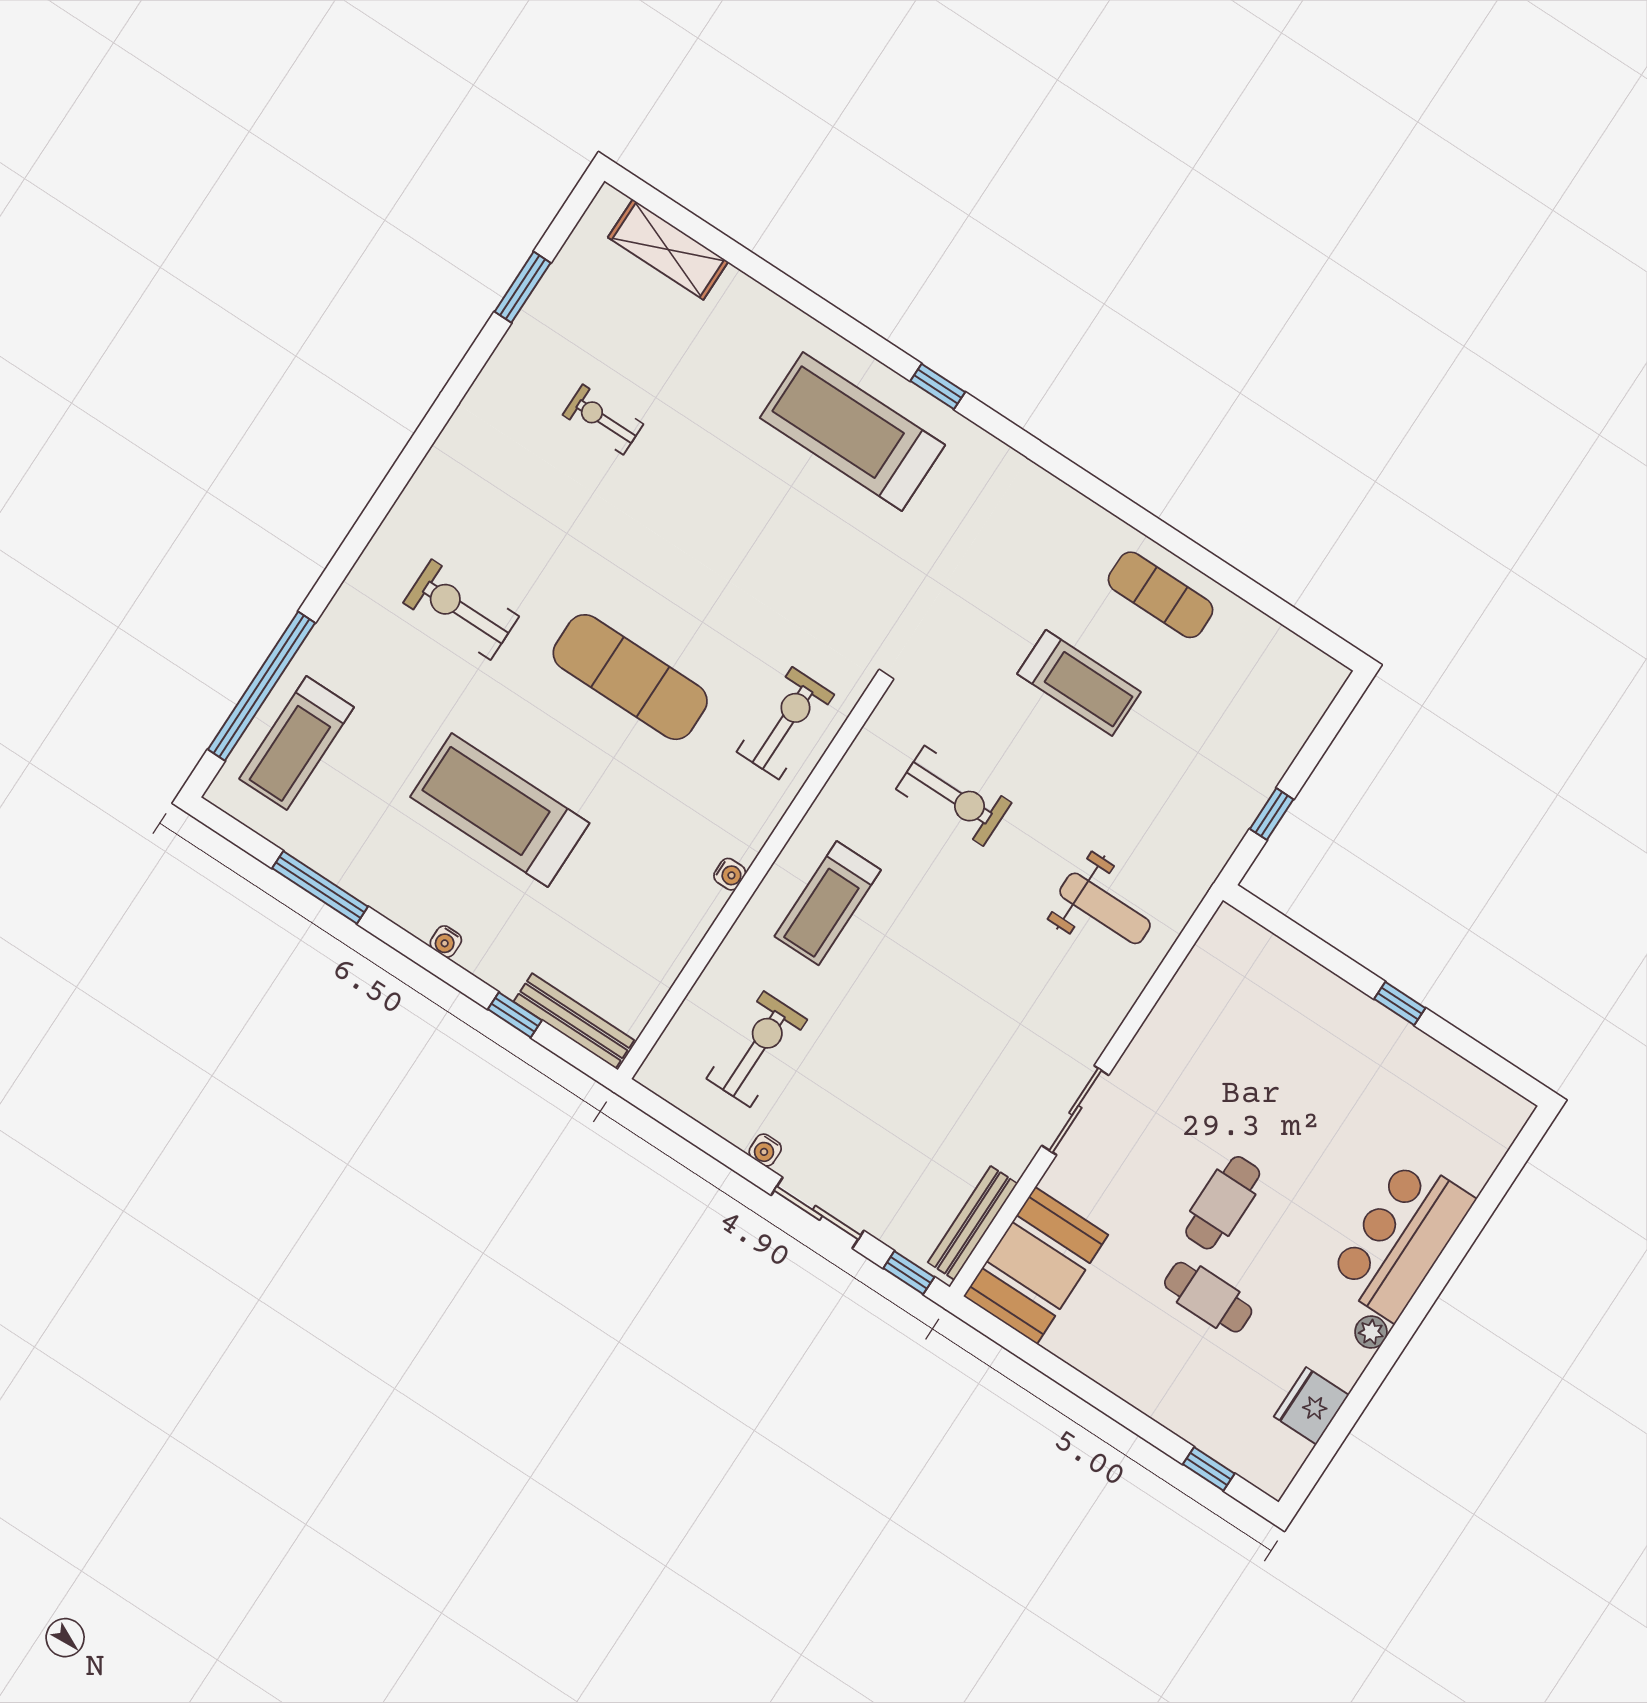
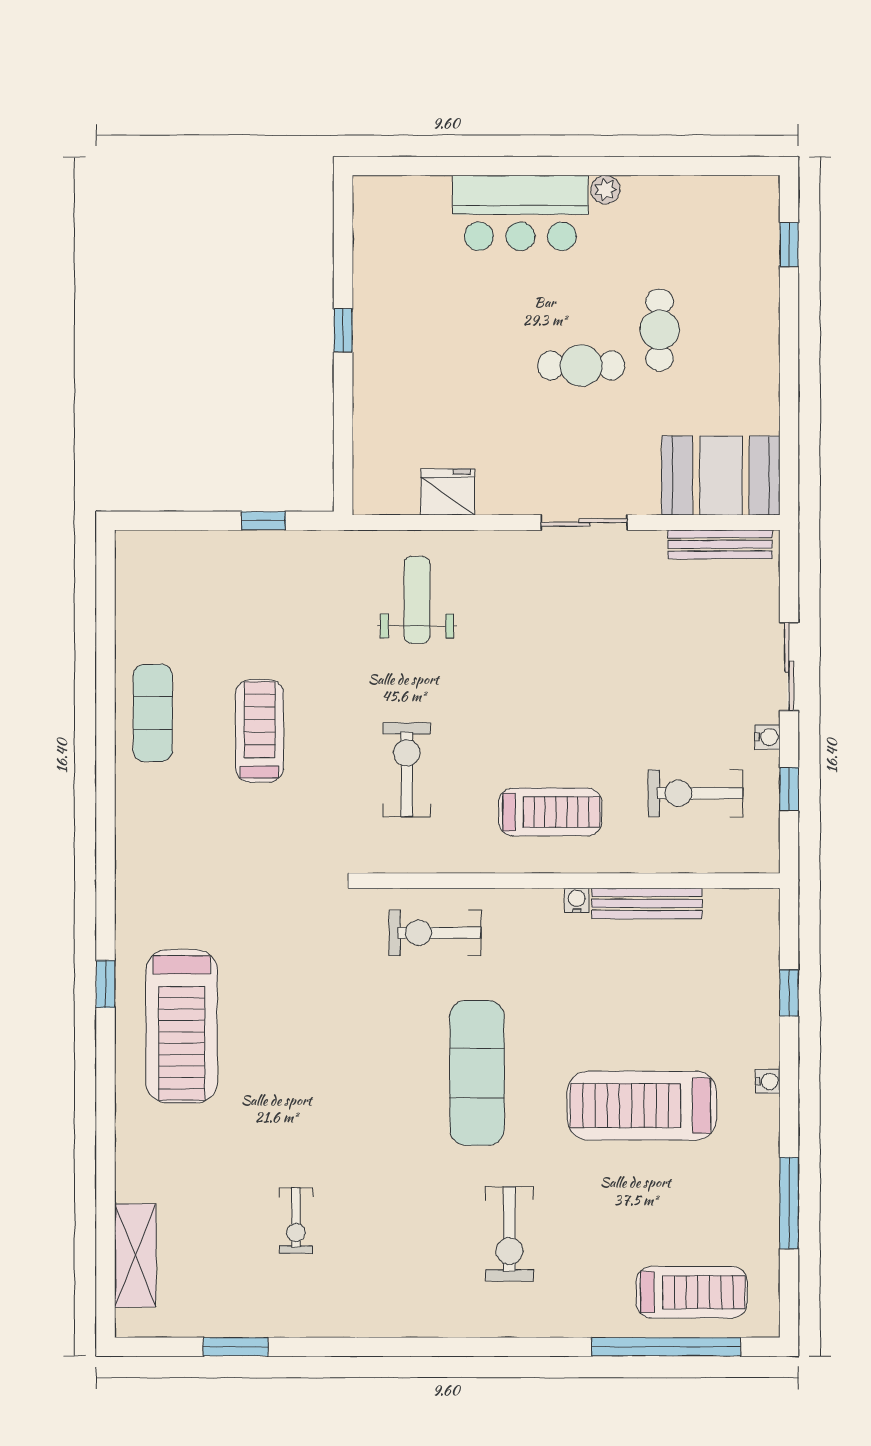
treadmill: (500, 810) -> (642, 1106), turned 90
bench: (574, 1021) -> (647, 903), moved, turned 90
window: (909, 1273) -> (789, 789), moved
fridge: (1311, 1406) -> (448, 492), moved, turned 180

